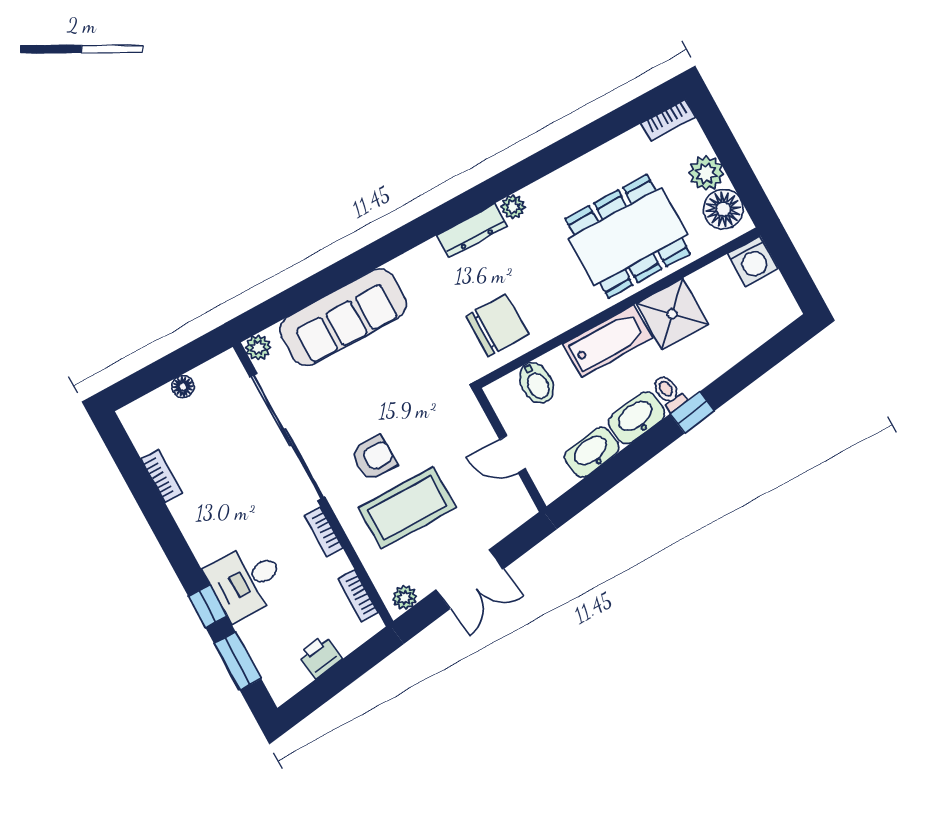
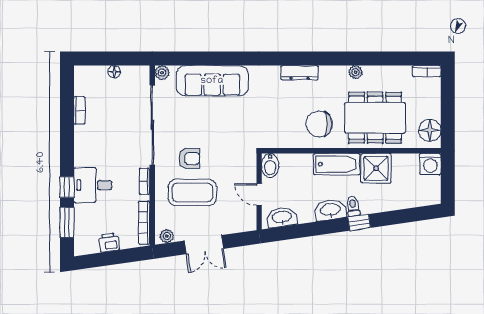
plant: (706, 173) -> (431, 108), removed
plant: (513, 207) -> (356, 72), moved
chair: (497, 325) -> (319, 124), moved, turned 180
bidet: (536, 383) -> (270, 166), moved
washbasin: (592, 452) -> (282, 217), moved
bookcase: (358, 596) -> (144, 223), width x1.56

